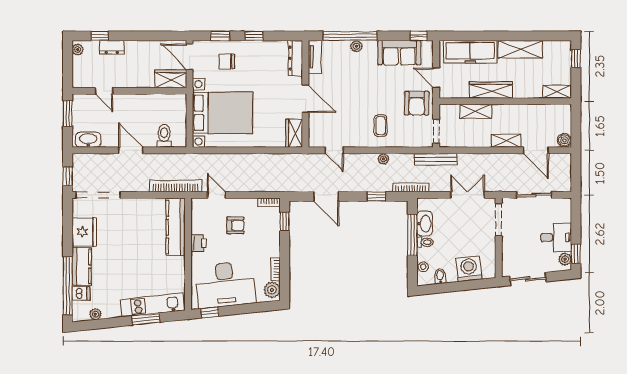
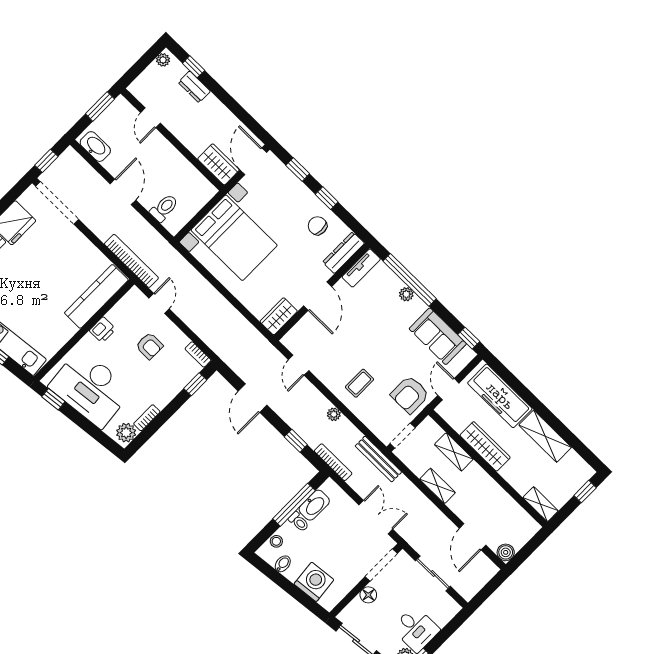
chair: (227, 61) -> (317, 226), moved
shelving: (506, 141) -> (438, 486), moved
floor lamp: (508, 245) -> (368, 595), added

